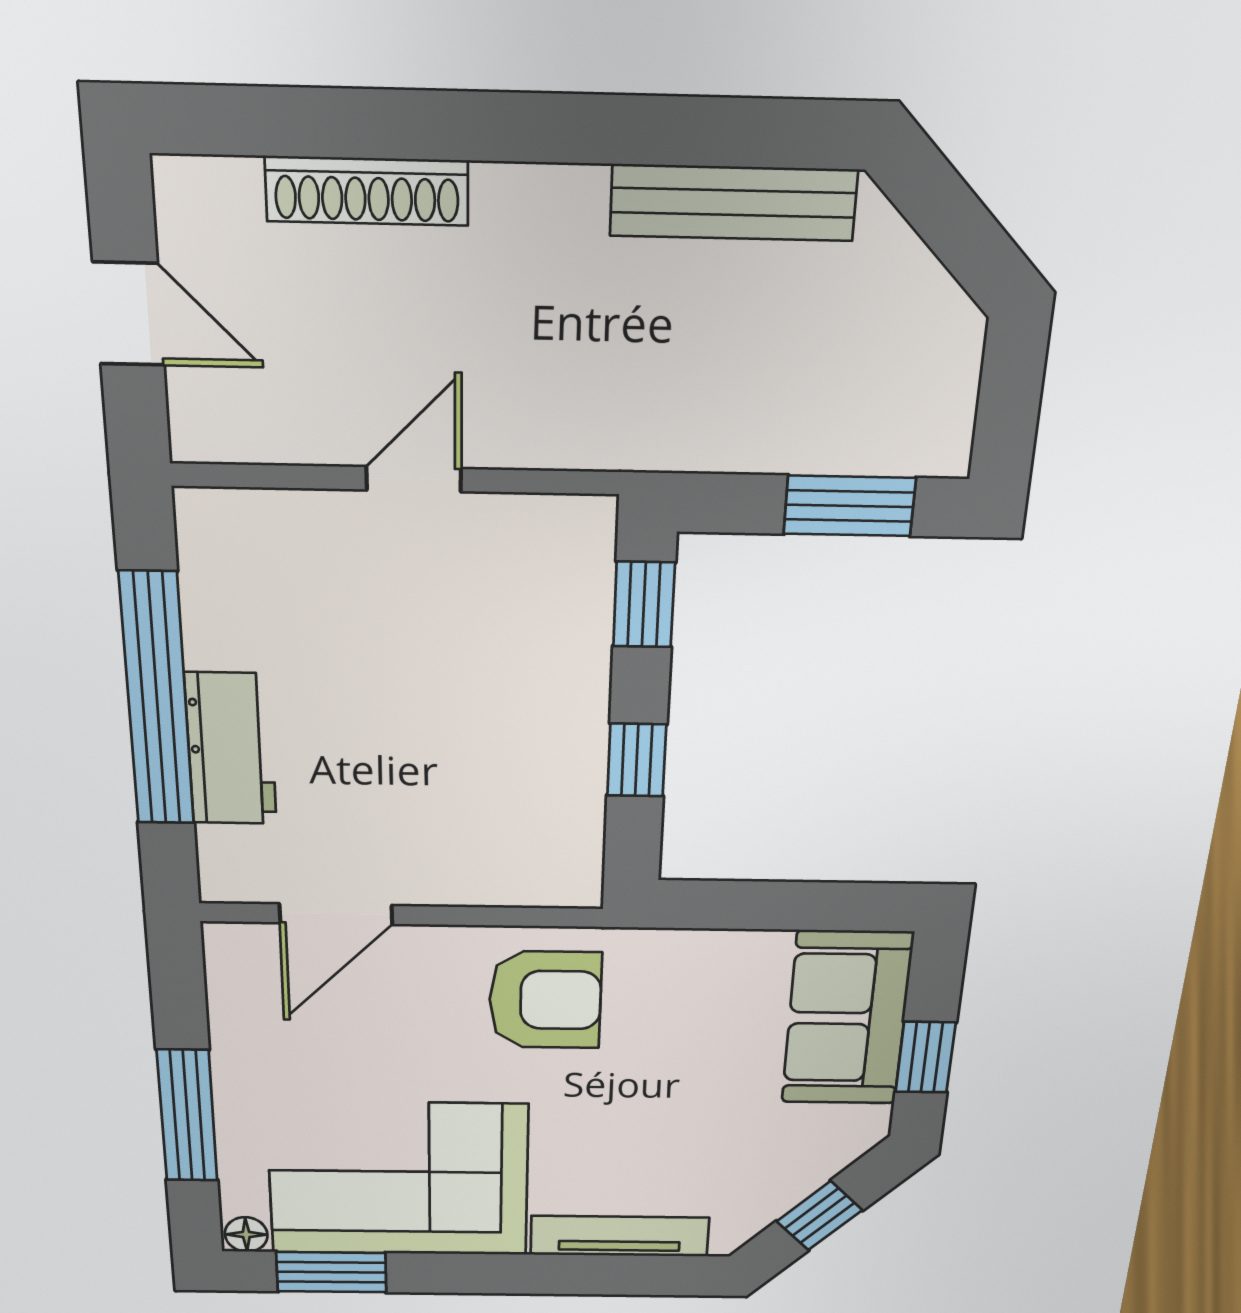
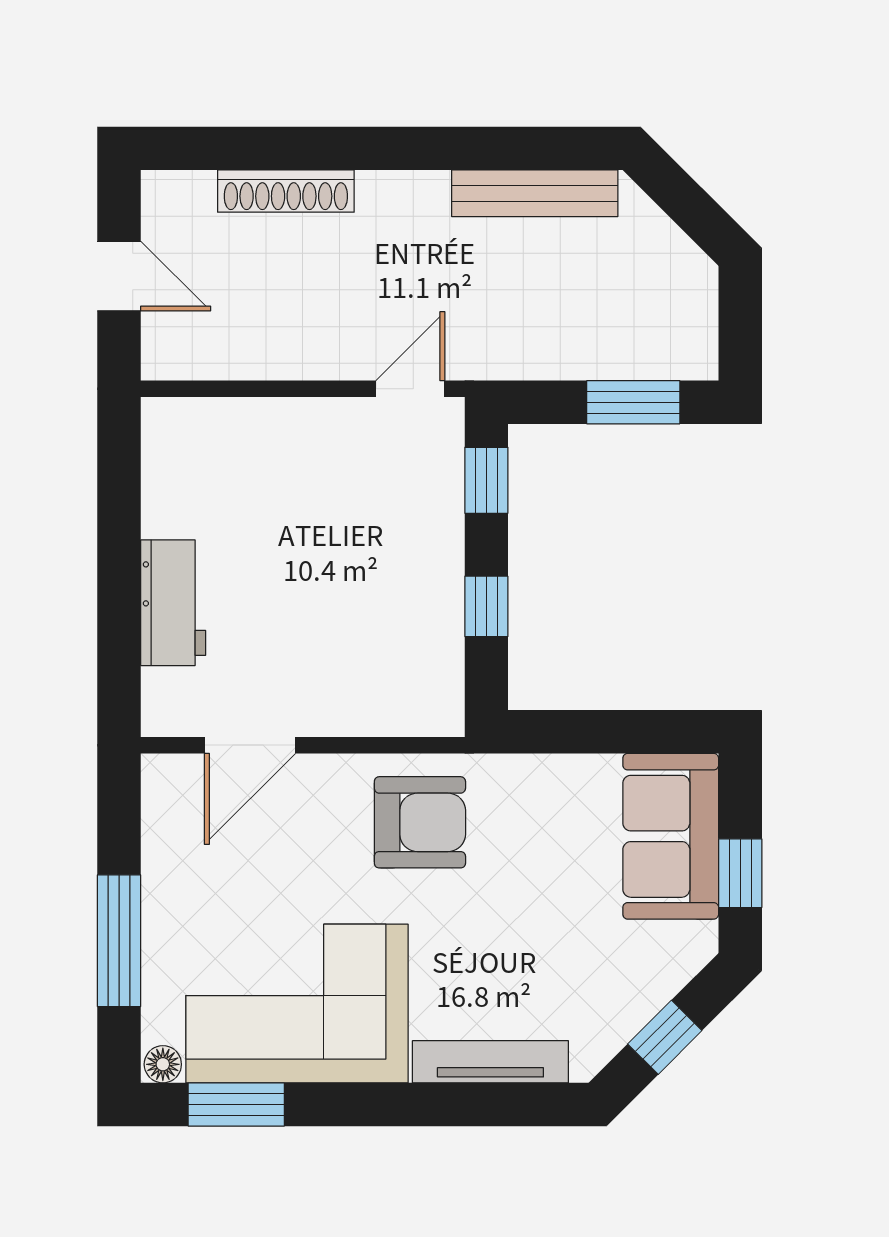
door: (414, 479) -> (410, 389), moved
window: (157, 700) -> (119, 564), removed

